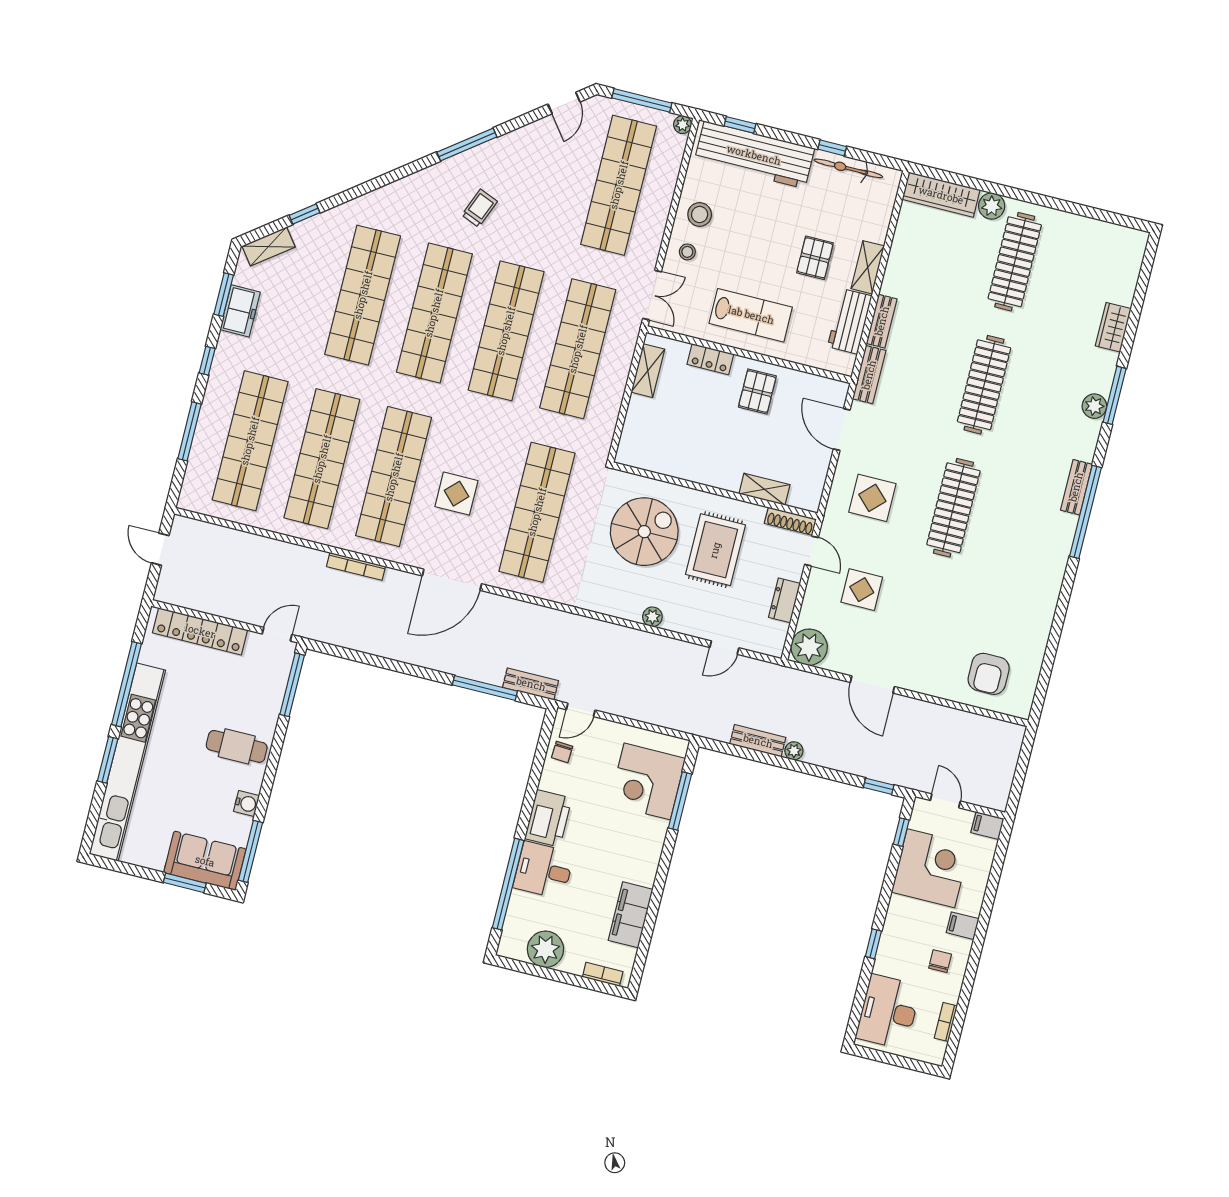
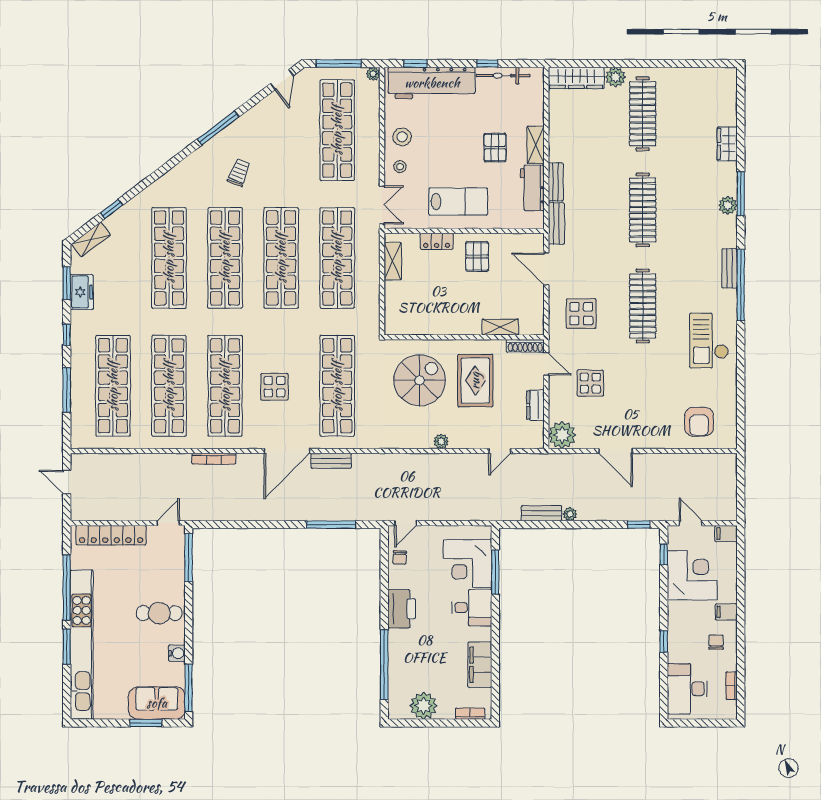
checkout: (1027, 573) -> (709, 341), added
bench: (531, 684) -> (331, 461), moved
desk: (544, 870) -> (472, 608), moved, turned 180

